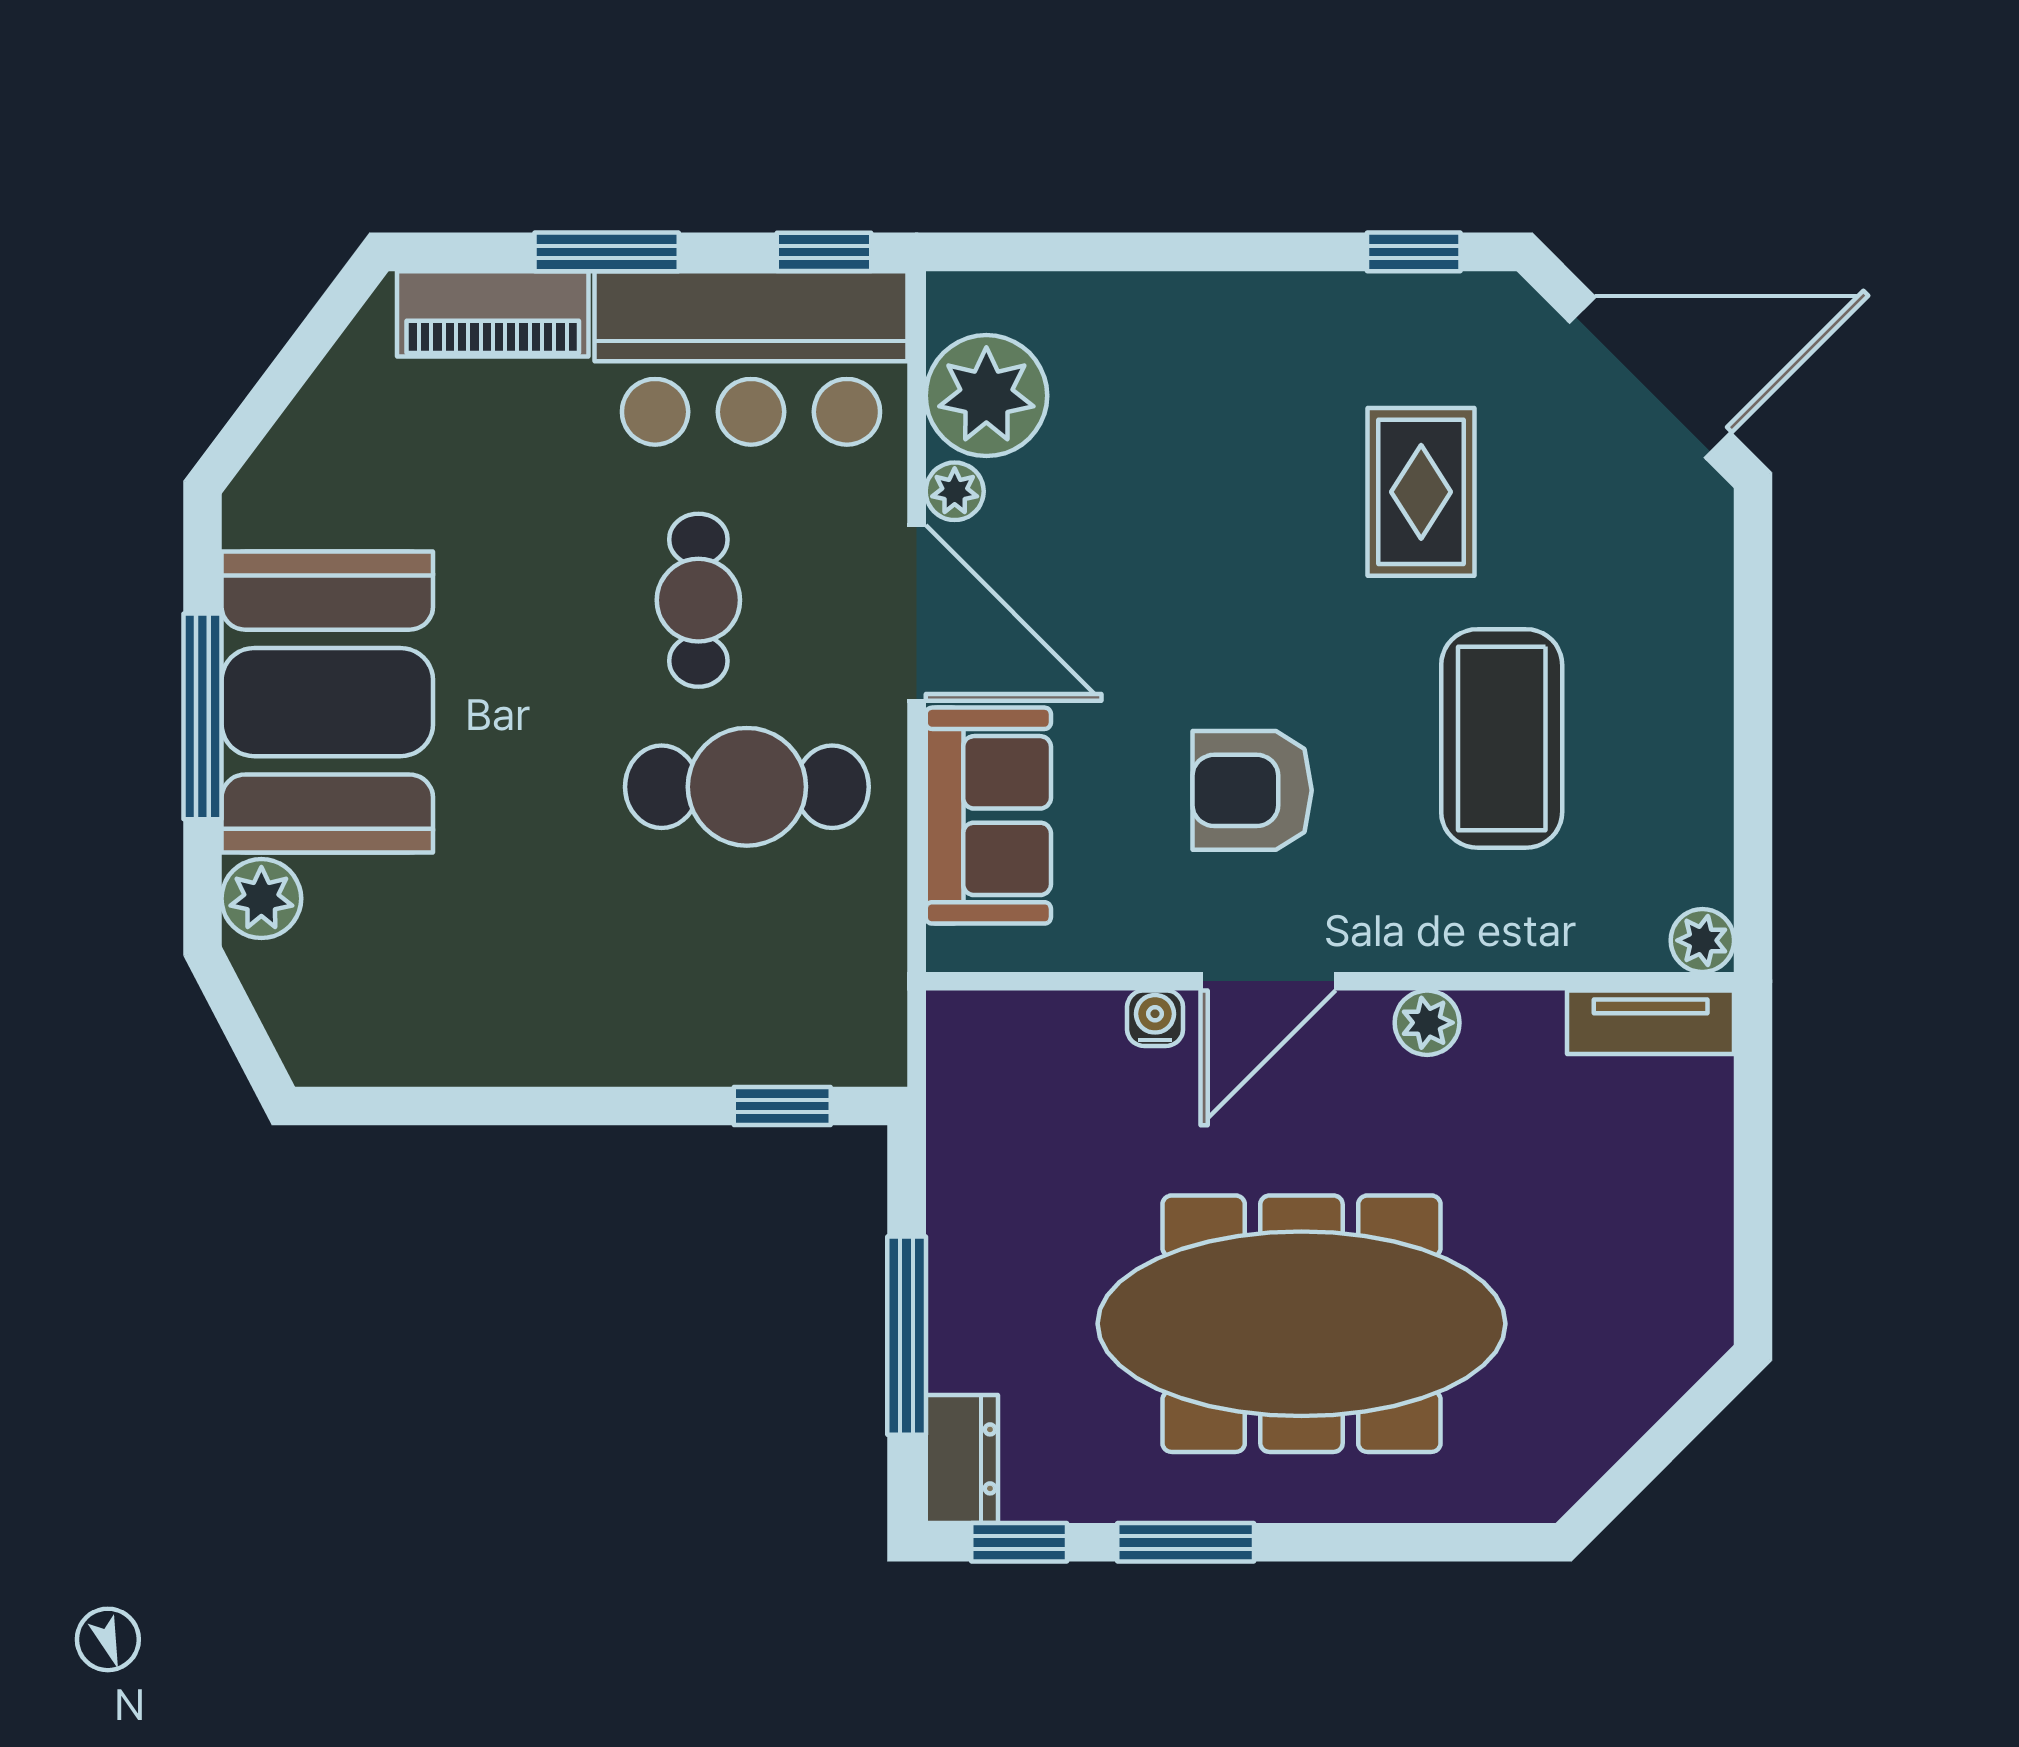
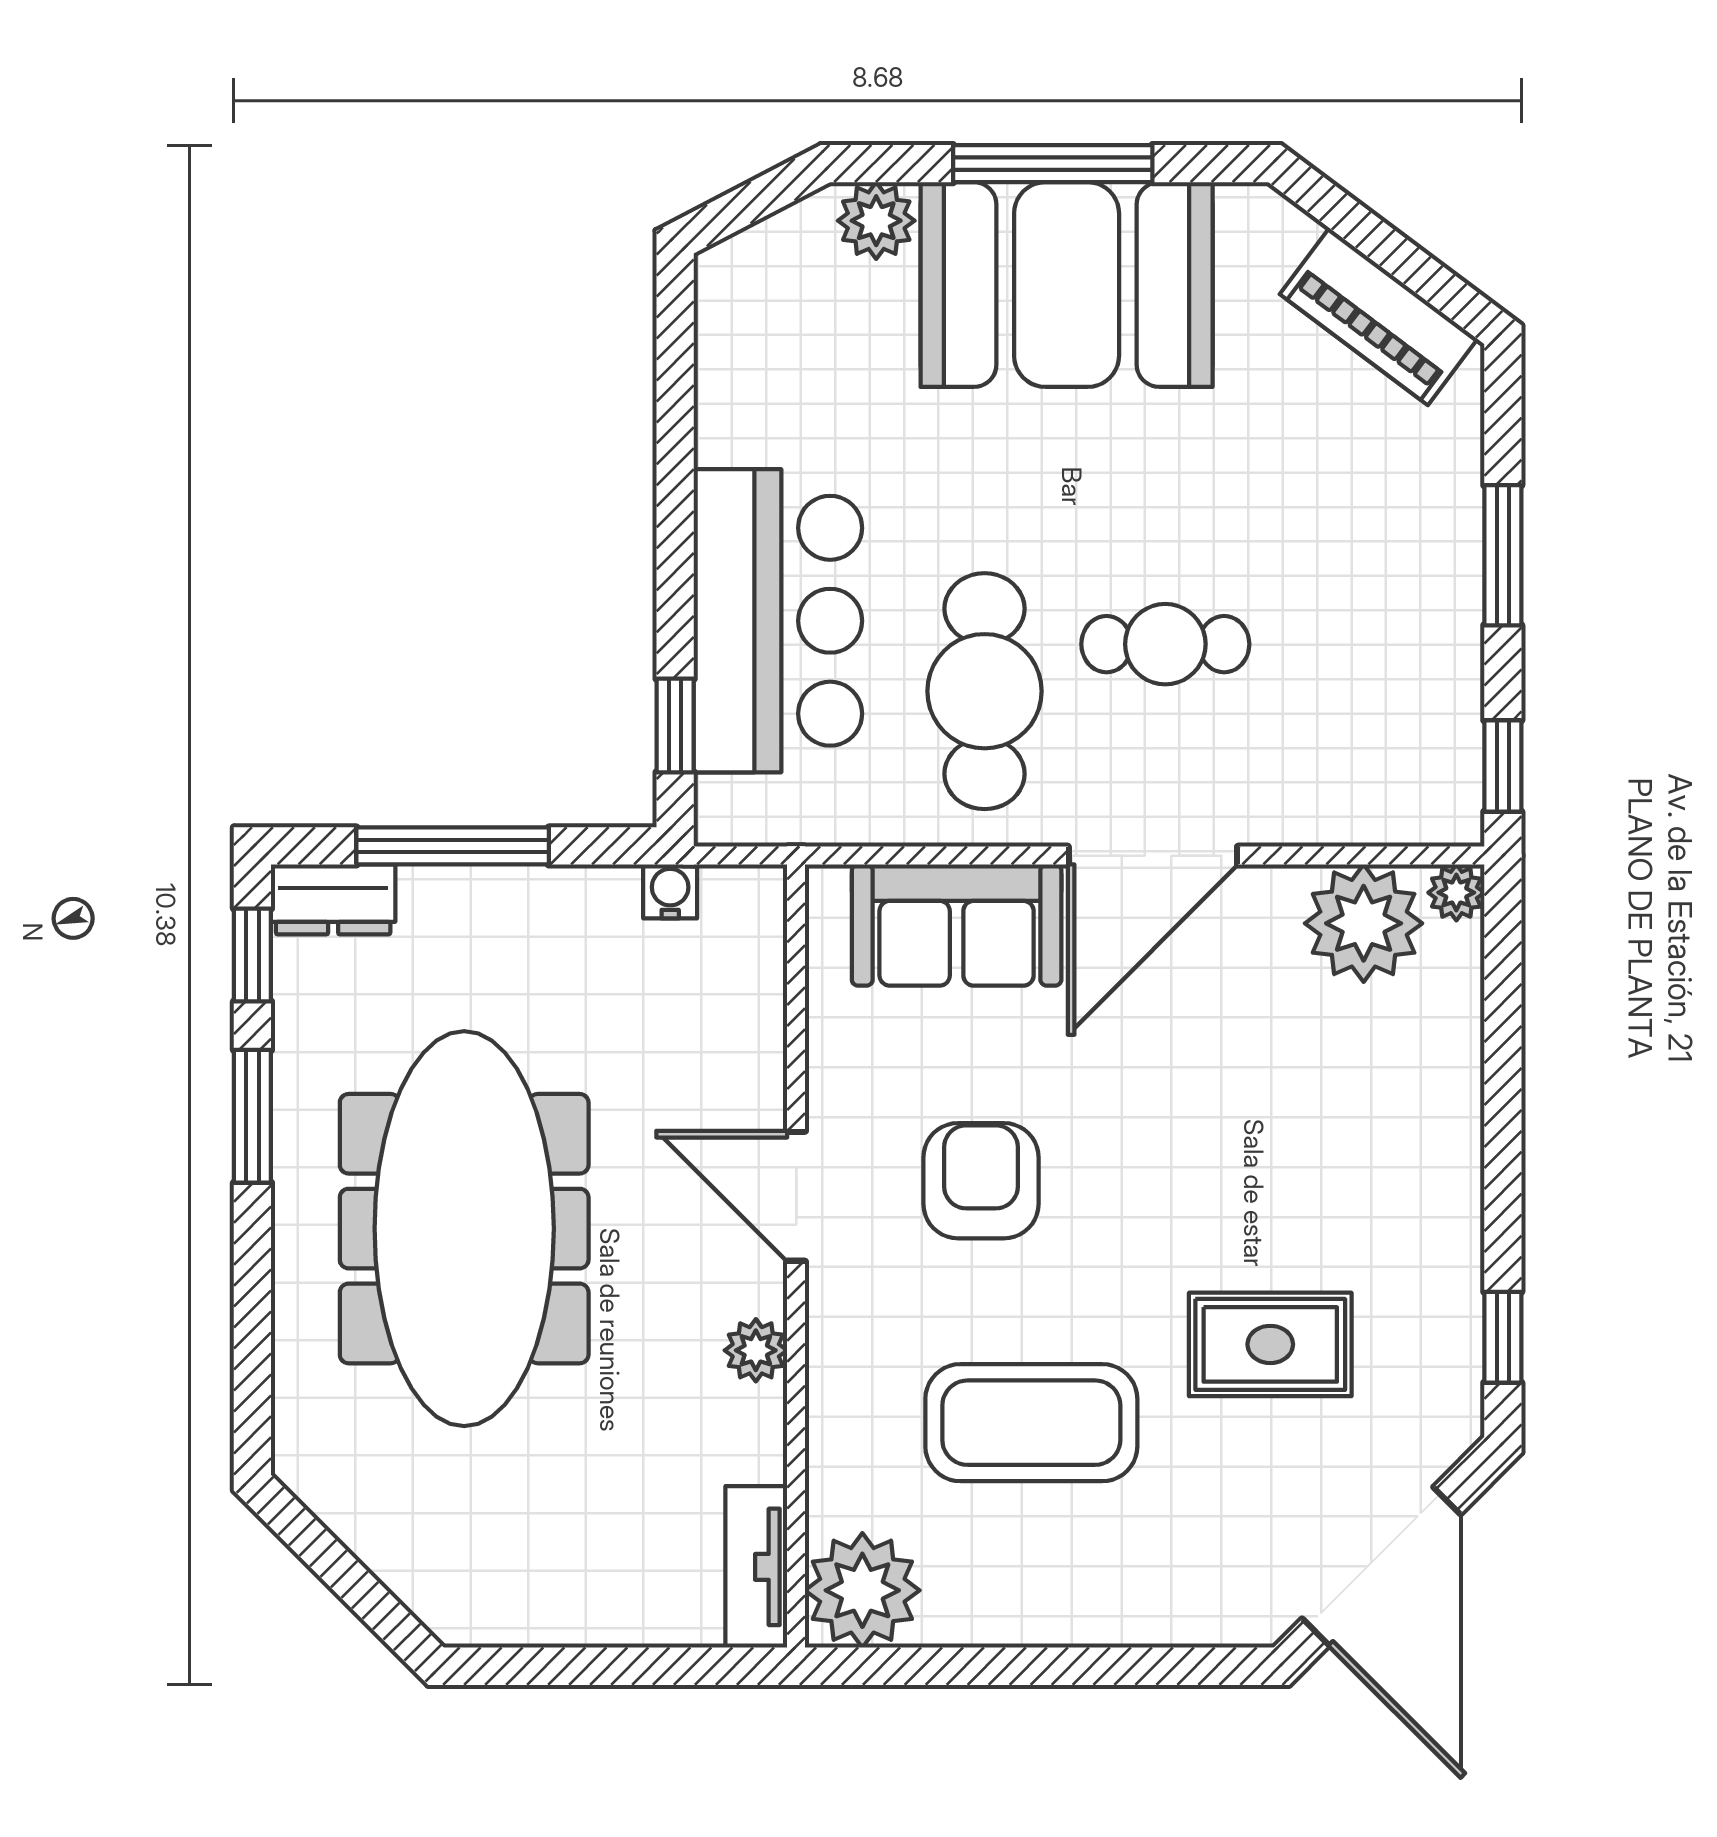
piano: (493, 314) -> (1379, 317), moved, turned -53
bar counter: (751, 358) -> (778, 621), moved, turned 180
plant: (955, 491) -> (1456, 893), moved
plant: (1702, 940) -> (862, 1590), width x1.88, depth x1.88
water cooler: (1155, 1018) -> (670, 891), moved, turned -90

